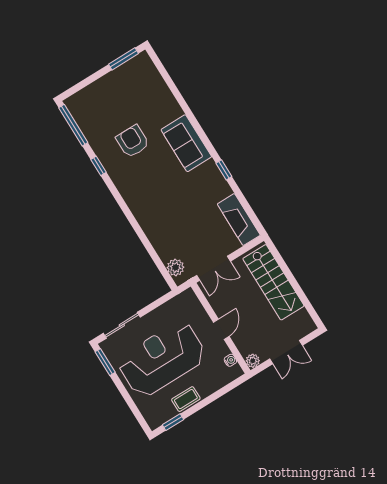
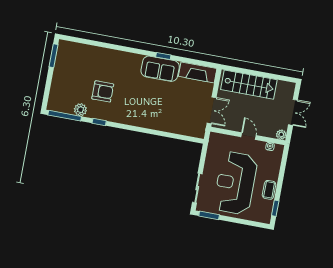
armchair: (133, 141) -> (103, 91), turned 180
sofa: (186, 143) -> (160, 69), moved
plant: (176, 267) -> (80, 110), moved

